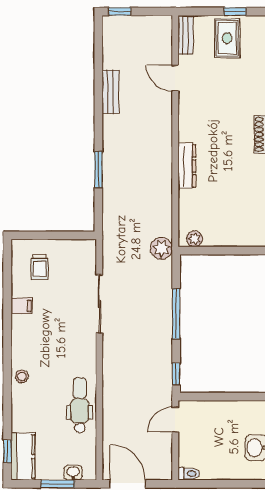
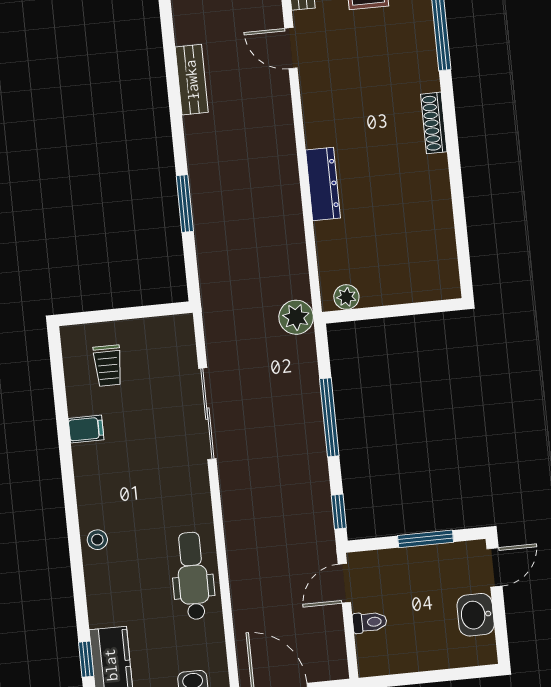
window: (229, 397) -> (426, 539), added
toilet: (189, 474) -> (370, 622), moved

